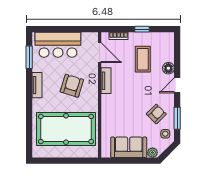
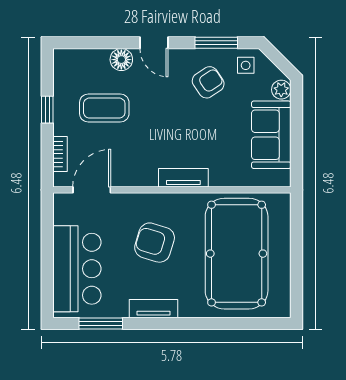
tv unit: (106, 81) -> (183, 178), moved
armchair: (156, 114) -> (208, 82), turned 101

